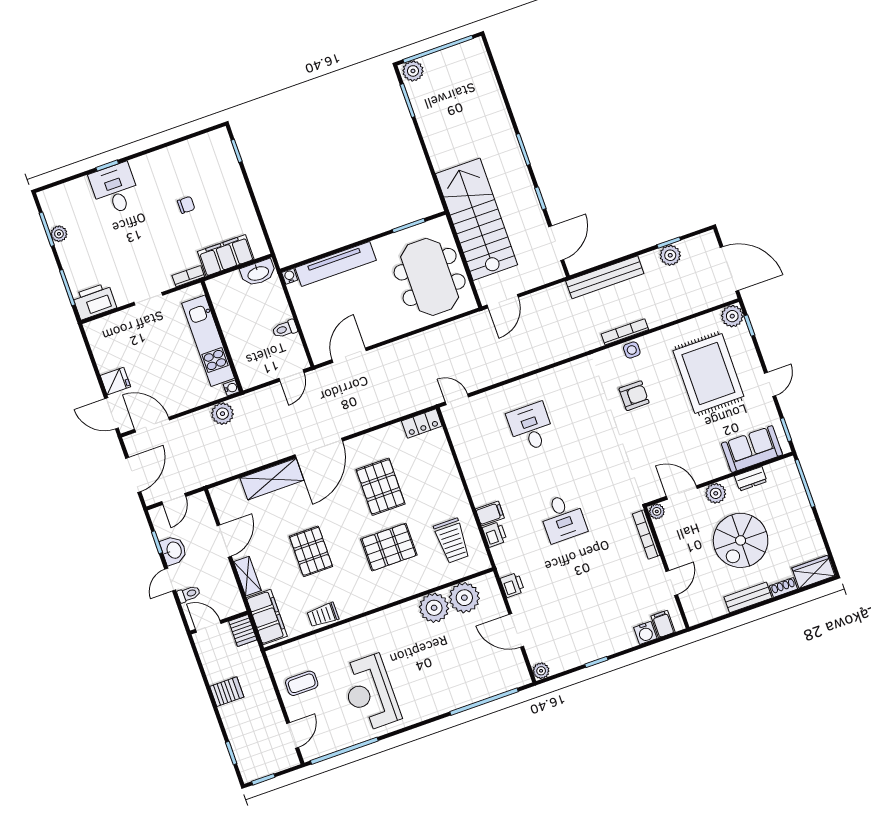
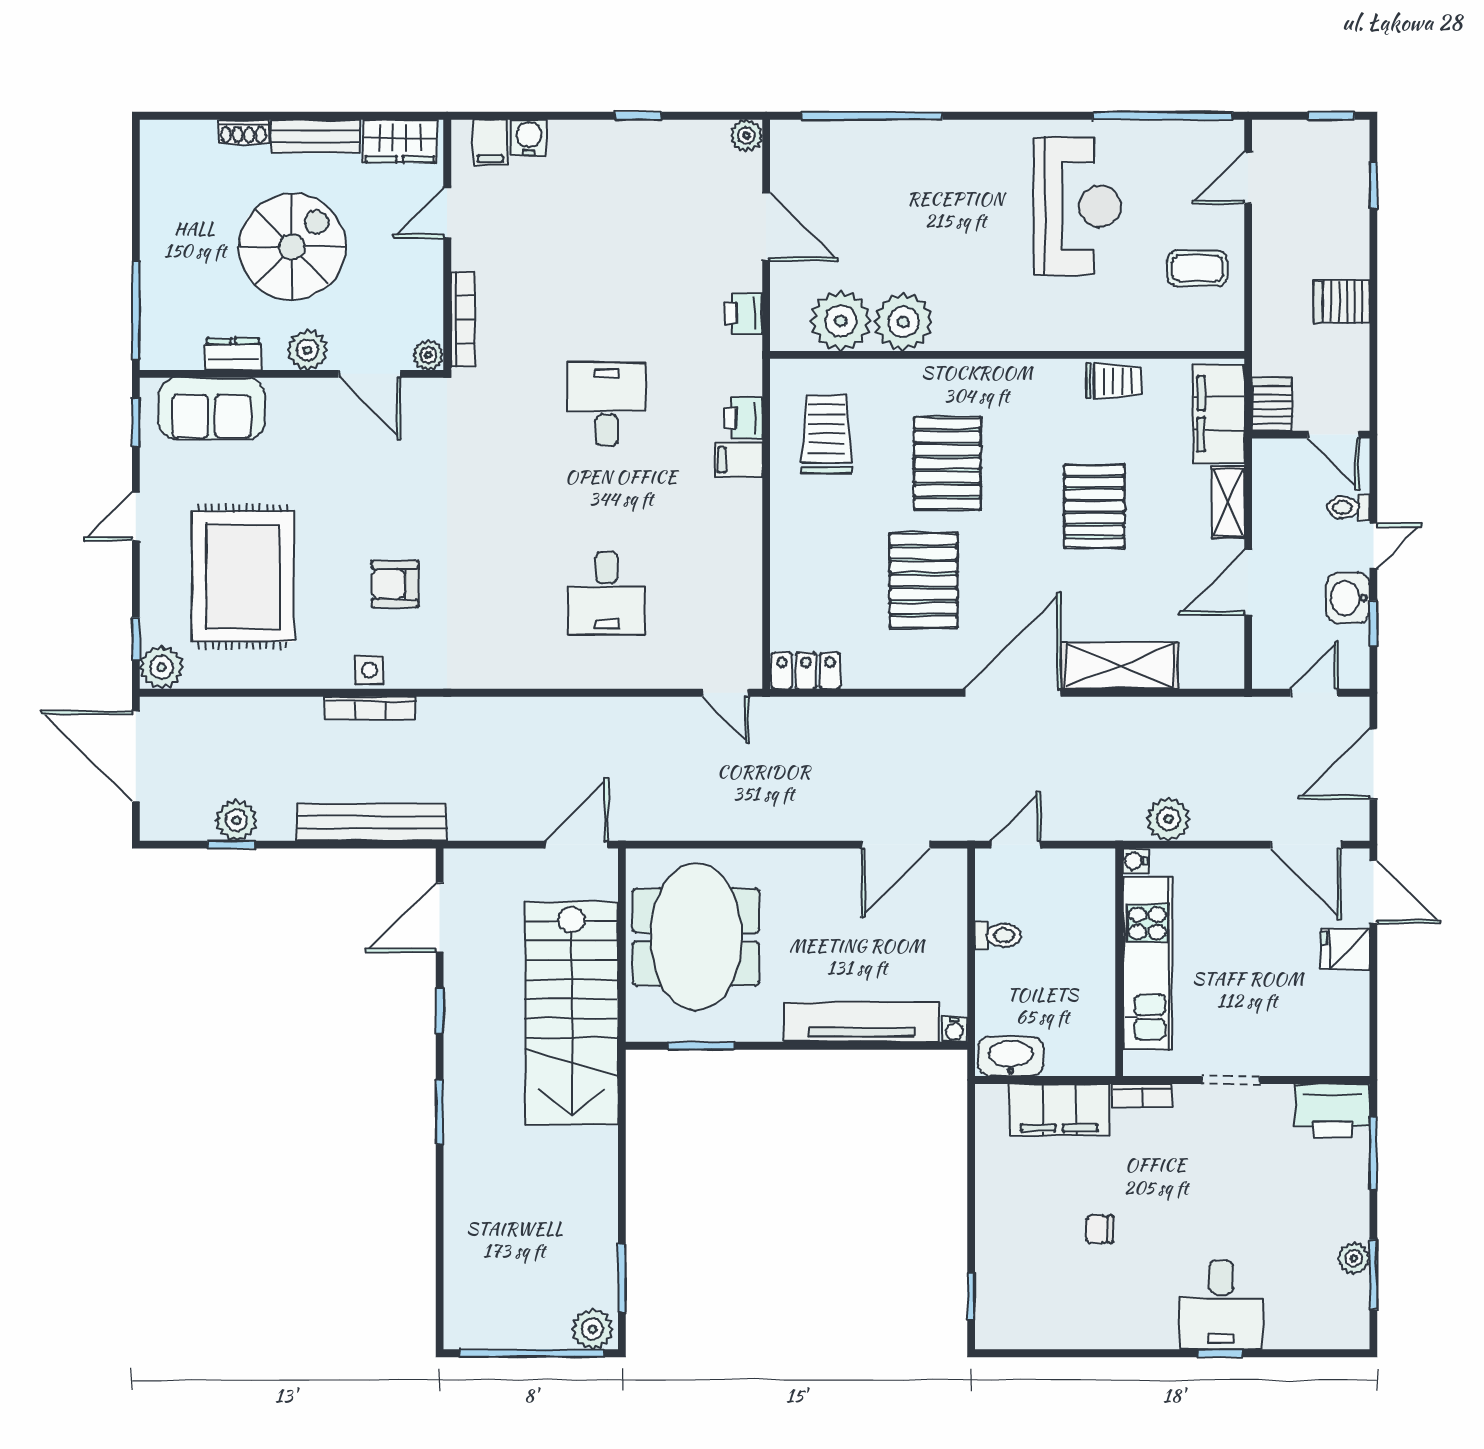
pallet: (389, 547) -> (947, 464), turned 90
wardrobe: (813, 572) -> (400, 141), moved

